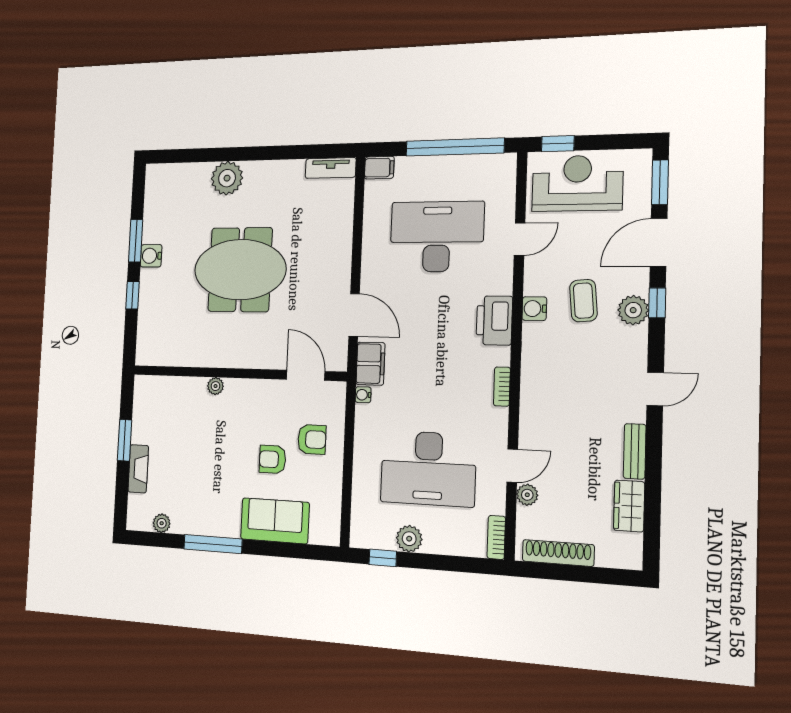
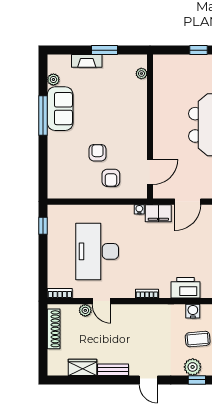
plant: (216, 386) -> (141, 74), moved
sofa: (275, 521) -> (60, 109), moved
plant: (409, 539) -> (55, 241), removed

